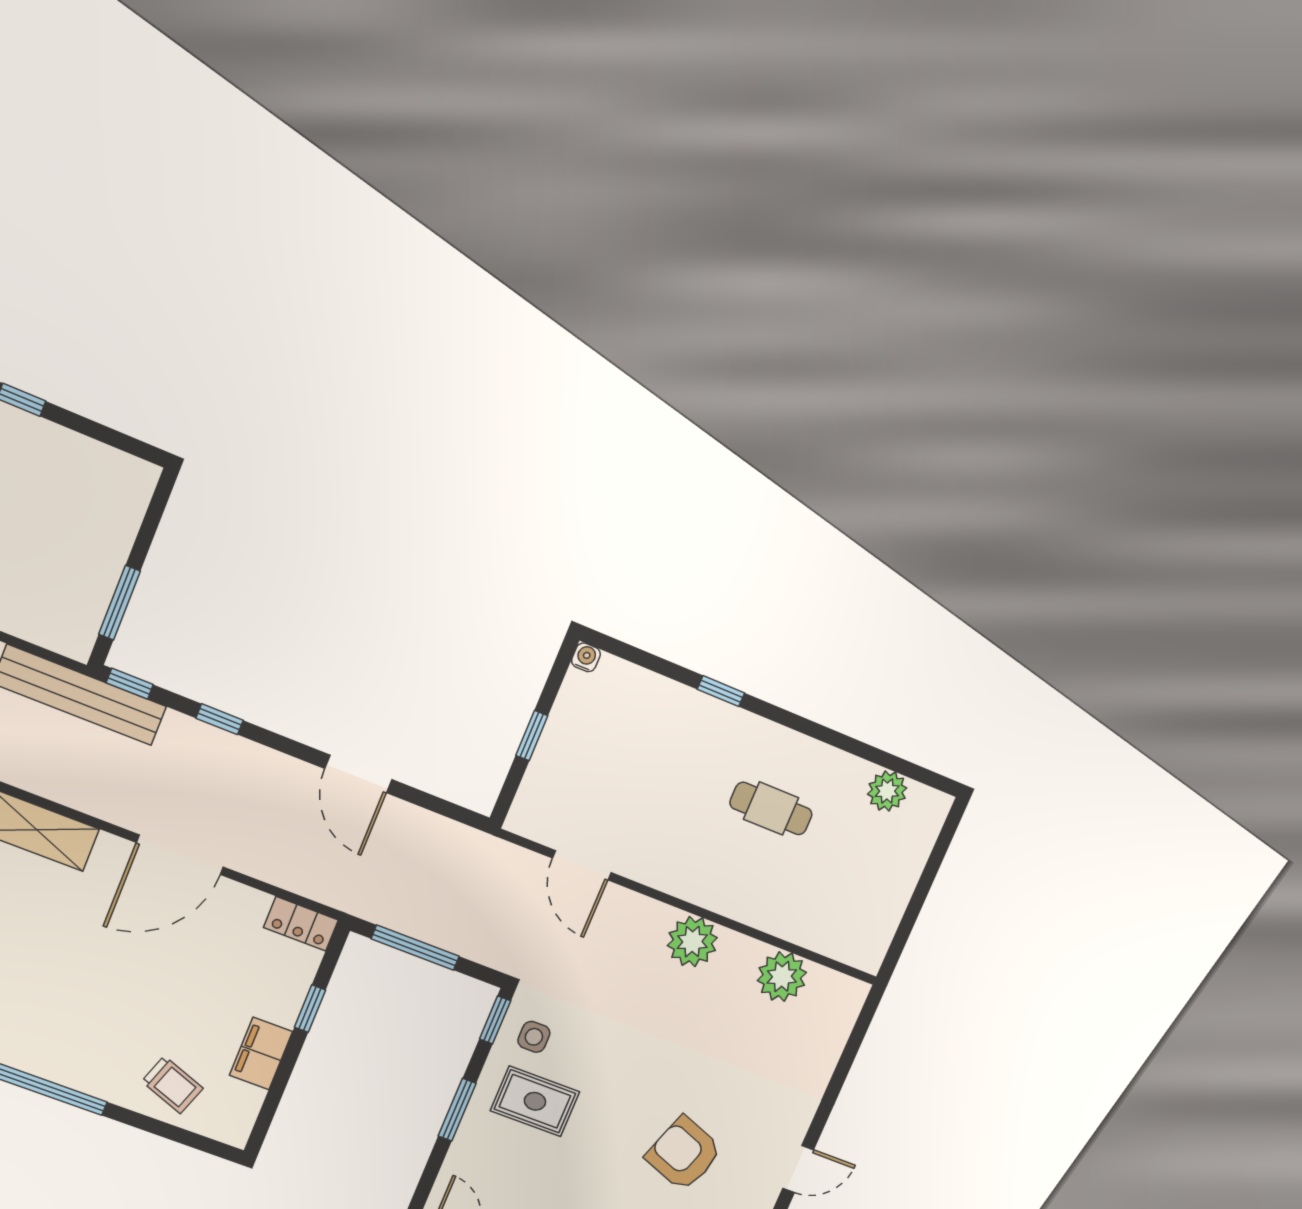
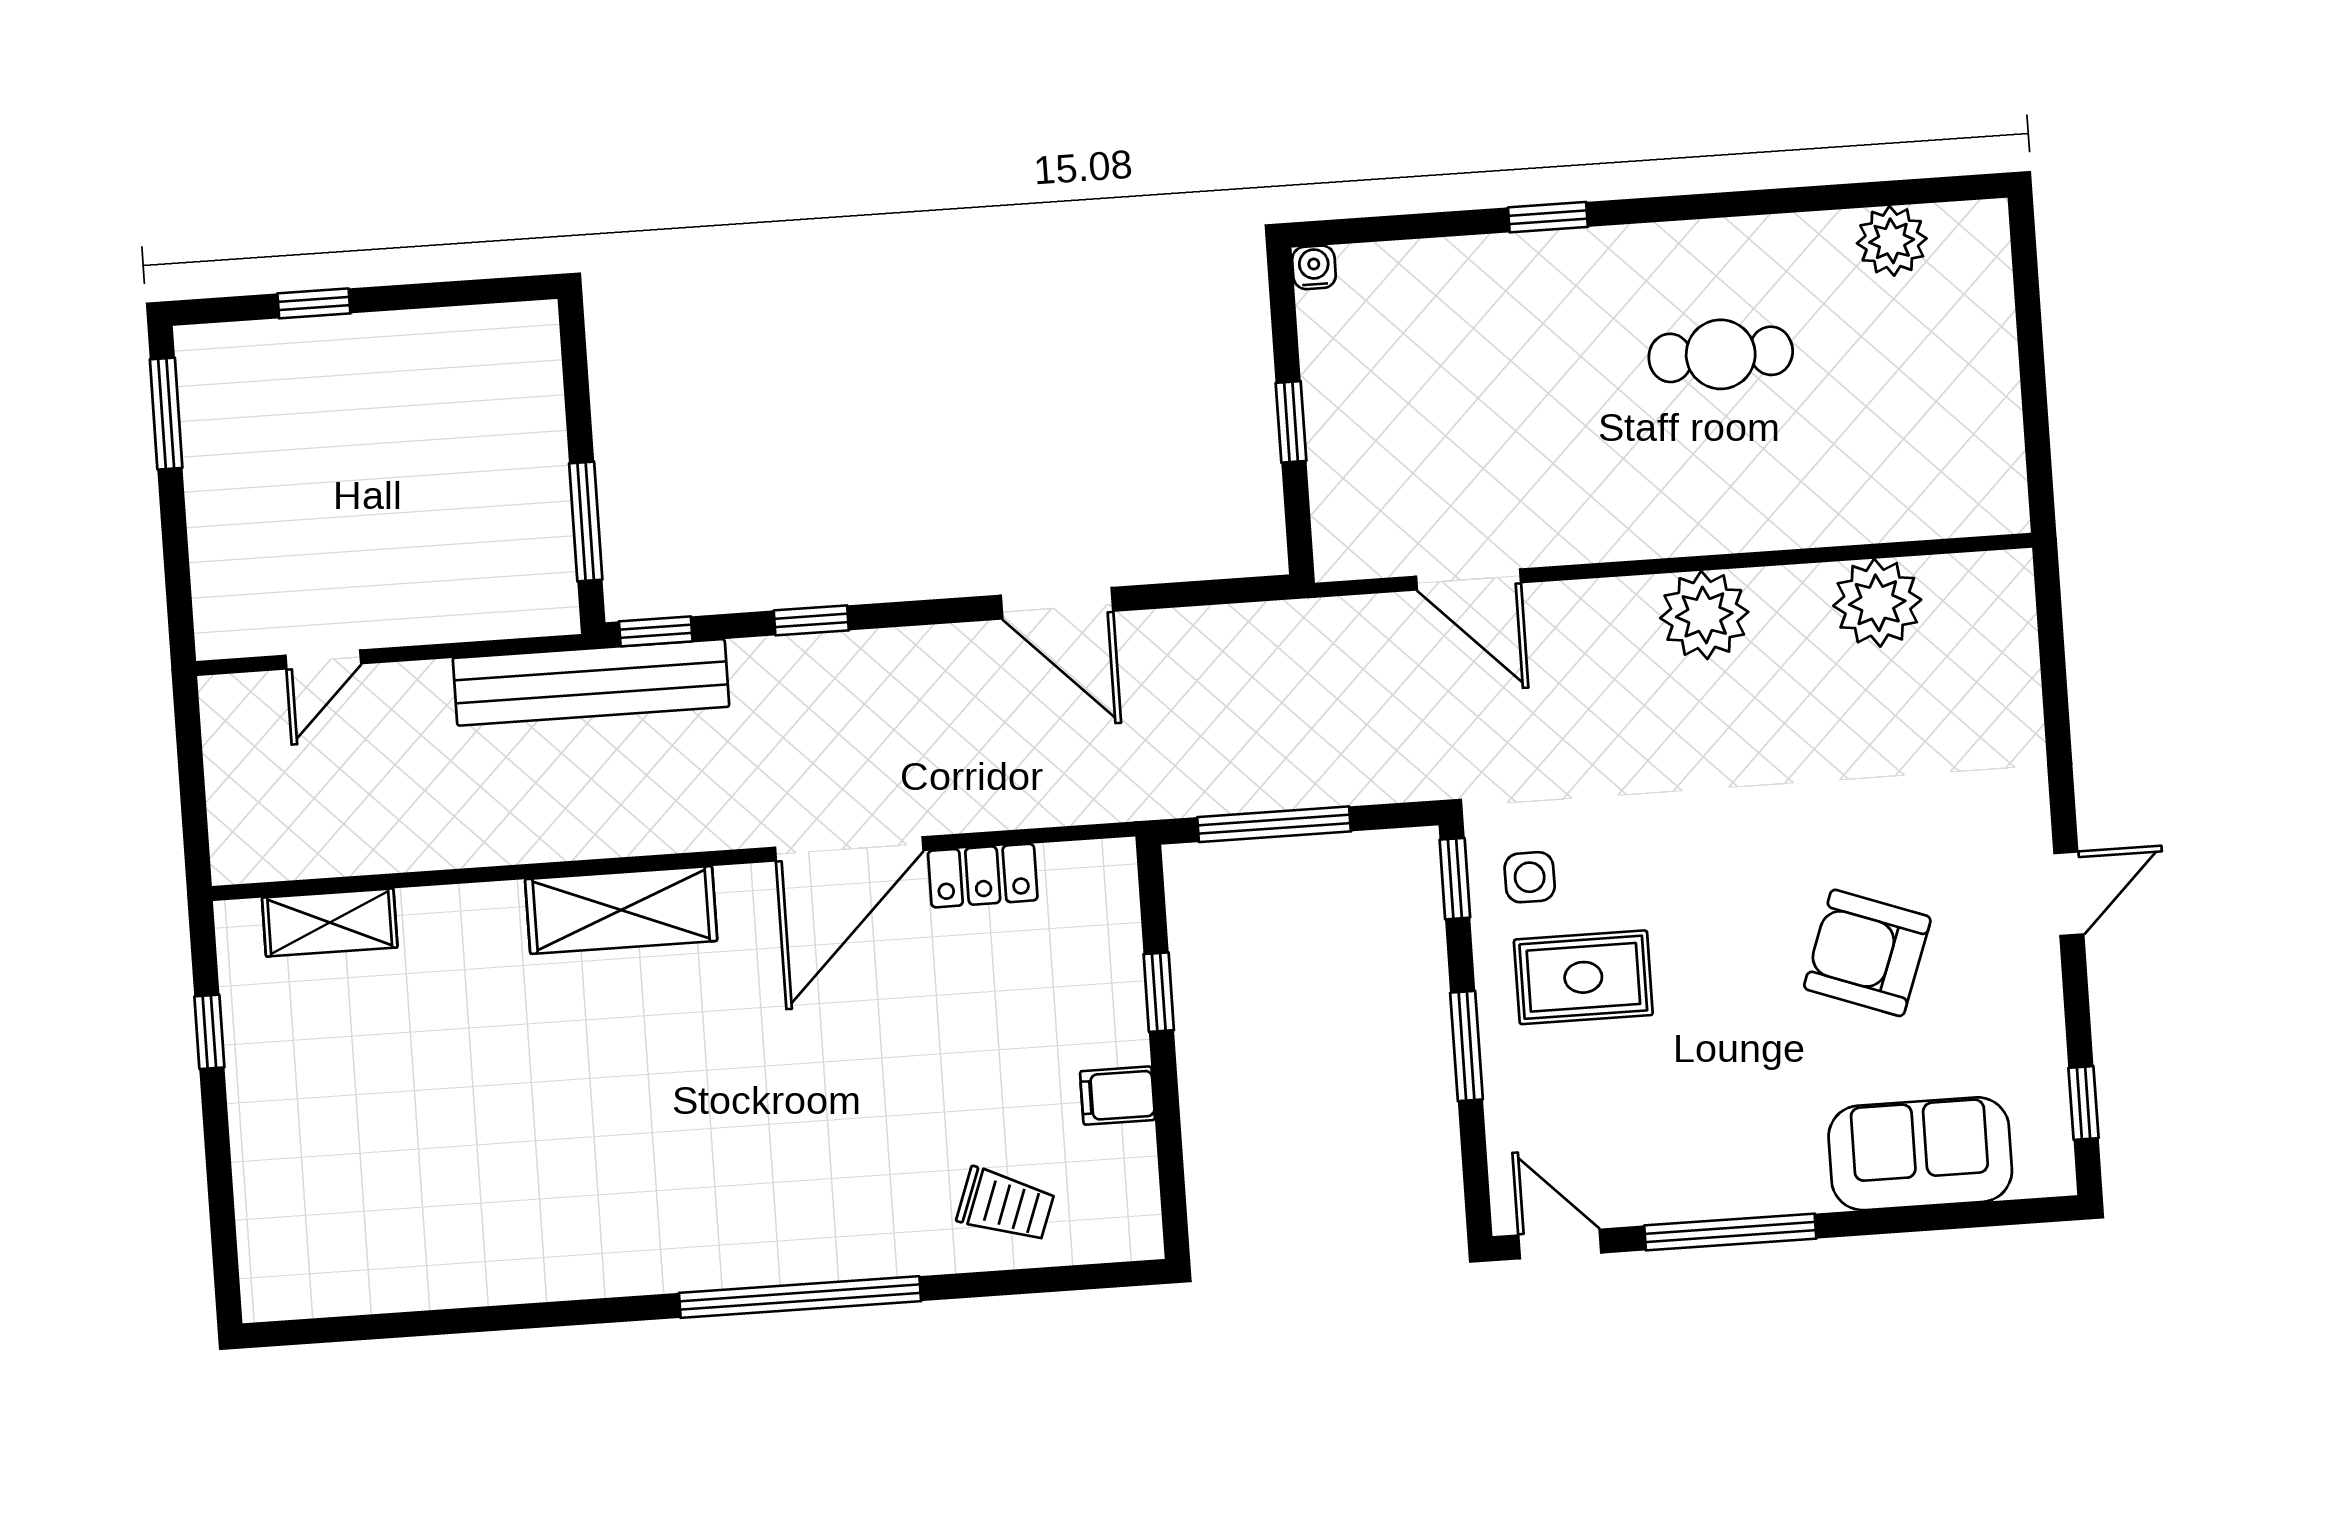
locker: (301, 924) -> (983, 876), moved
filing cabinet: (261, 1053) -> (1118, 1096), width x0.50

